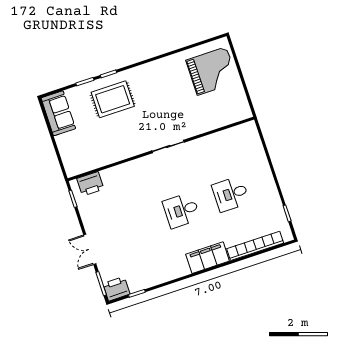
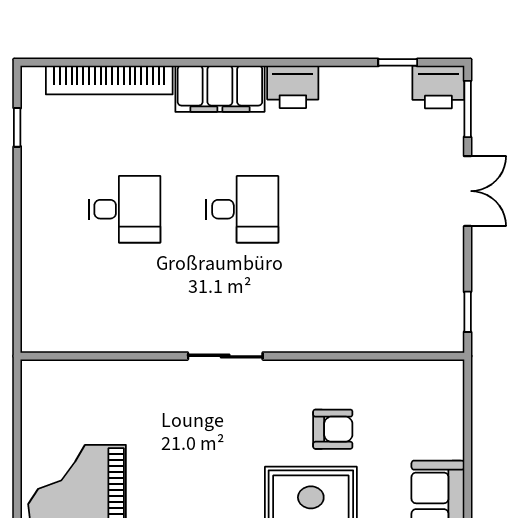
armchair: (113, 131) -> (333, 429), added
printer: (90, 184) -> (293, 87), moved, turned 180

